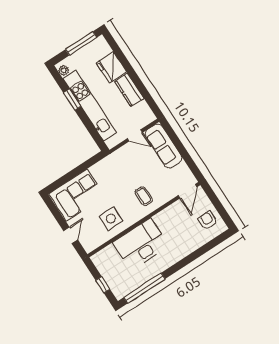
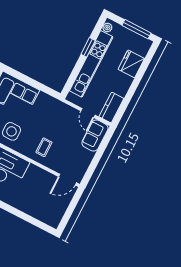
kitchen counter: (129, 90) -> (111, 108), moved
sofa: (163, 146) -> (95, 136), width x0.73
armchair: (208, 220) -> (54, 209), removed

